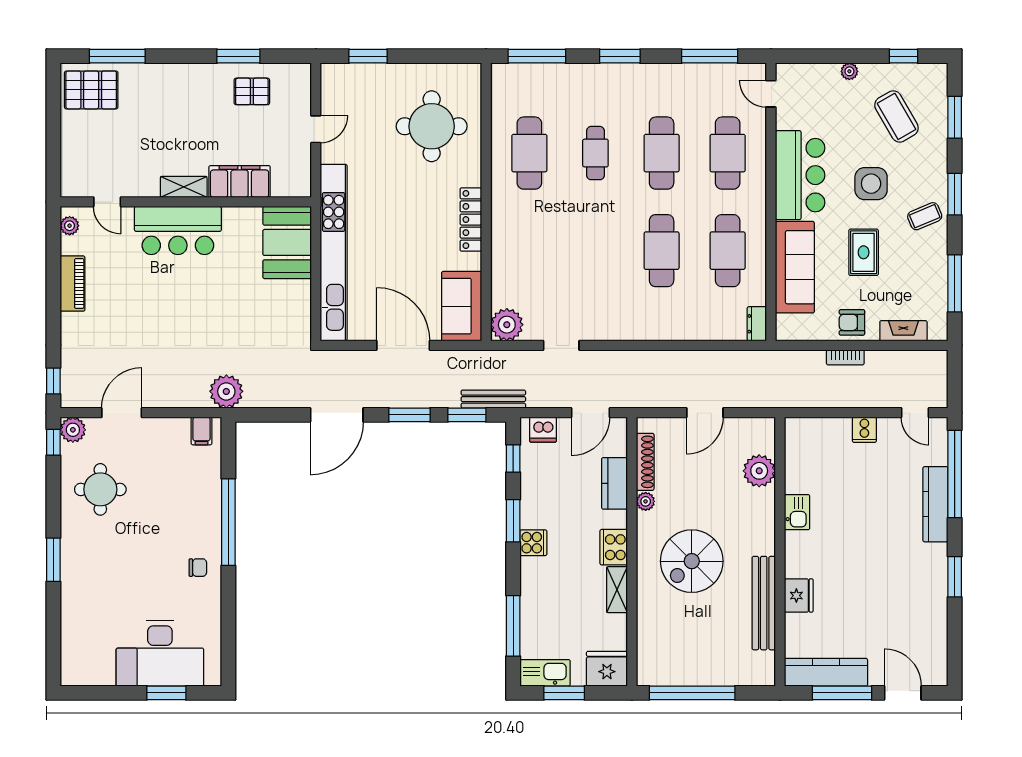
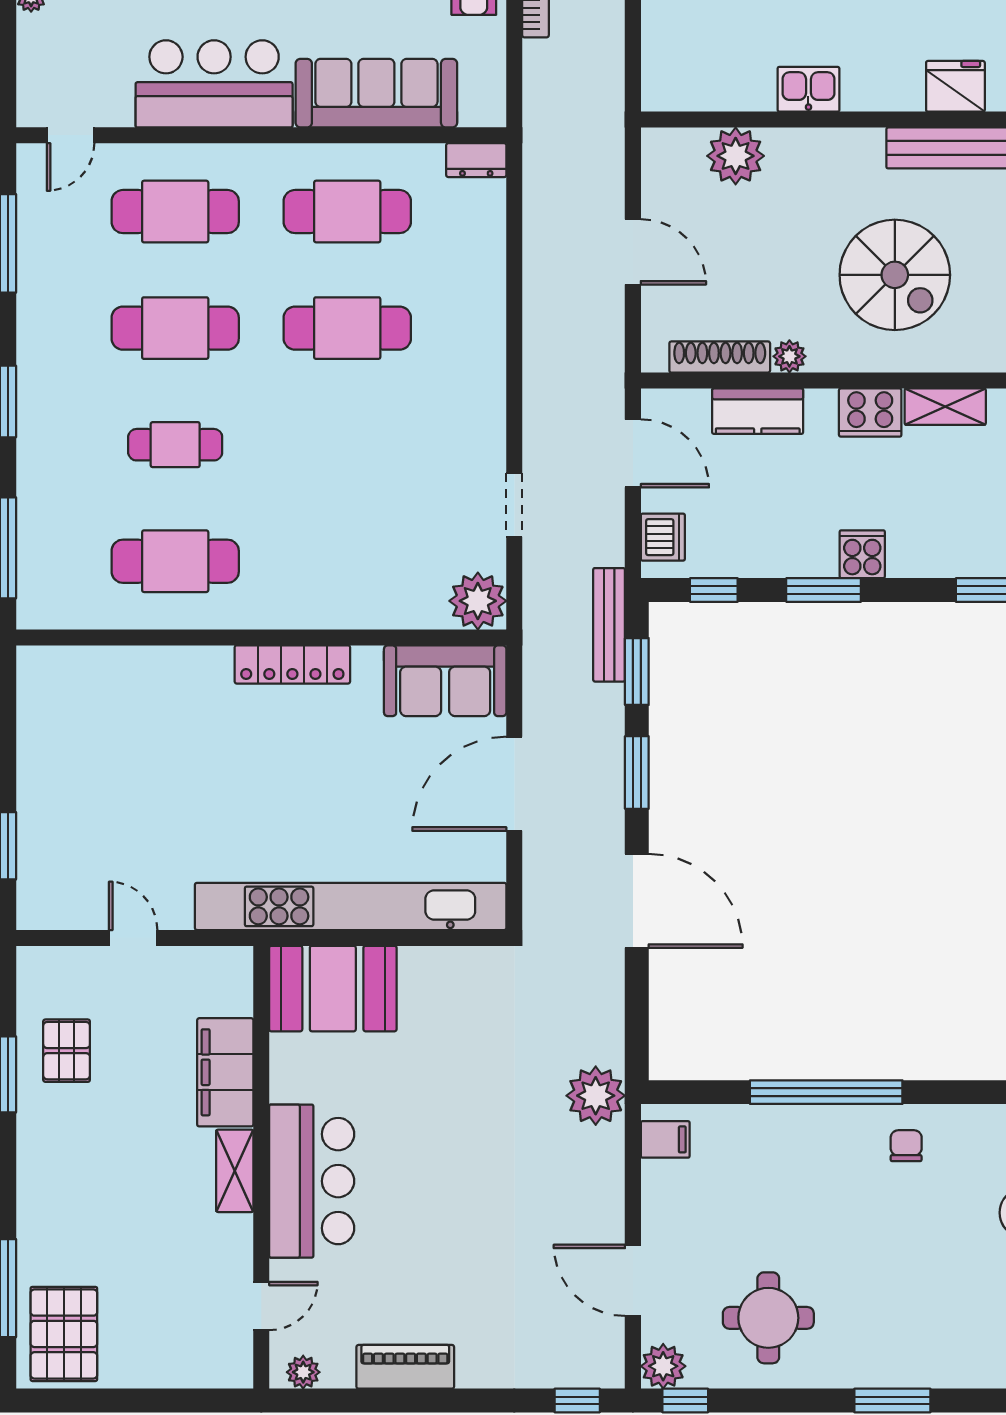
round table: (432, 126) -> (128, 734), removed

